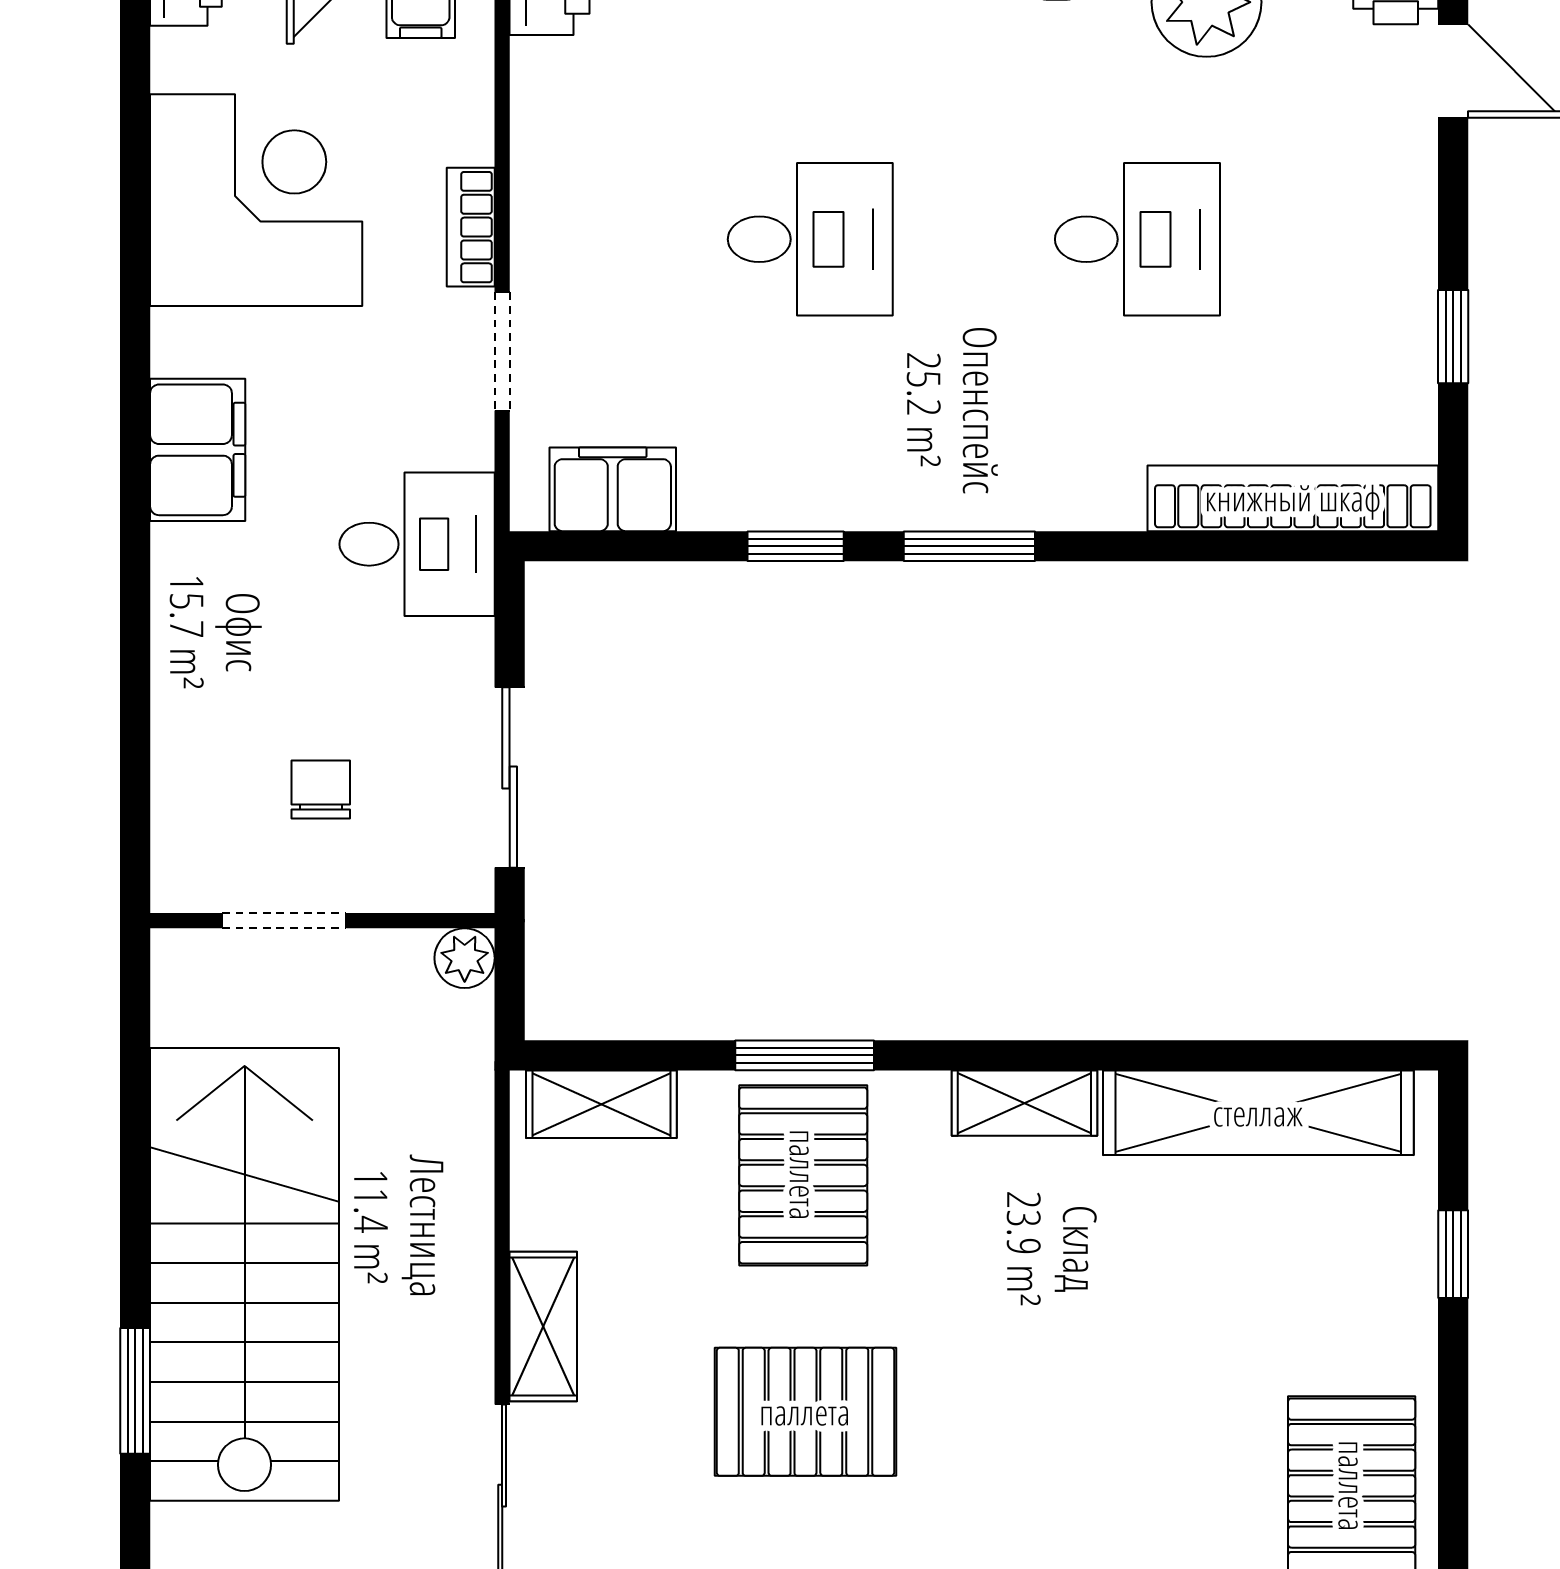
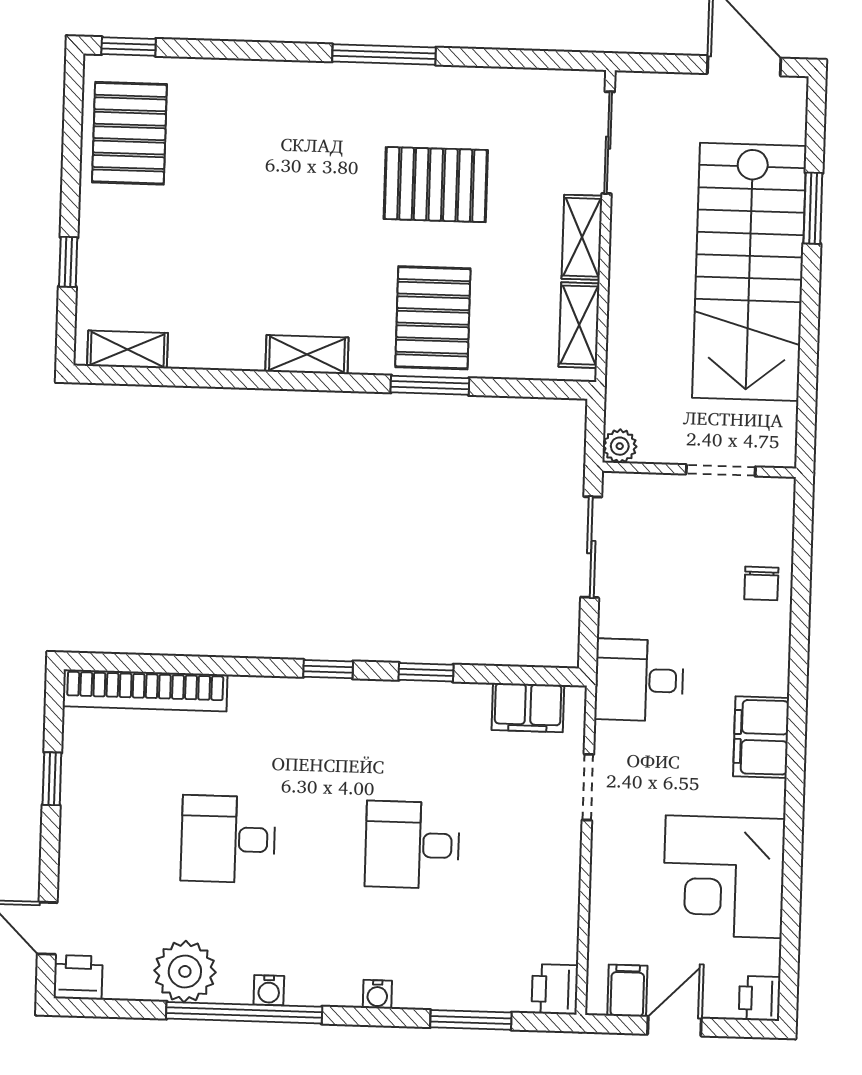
bookcase: (471, 227) -> (603, 858), removed
window: (969, 546) -> (328, 669), width x0.67
chair: (321, 790) -> (761, 583), moved
shelving: (601, 1104) -> (579, 325), moved, turned 90
shelving: (1258, 1113) -> (127, 349), width x0.45, depth x0.75

